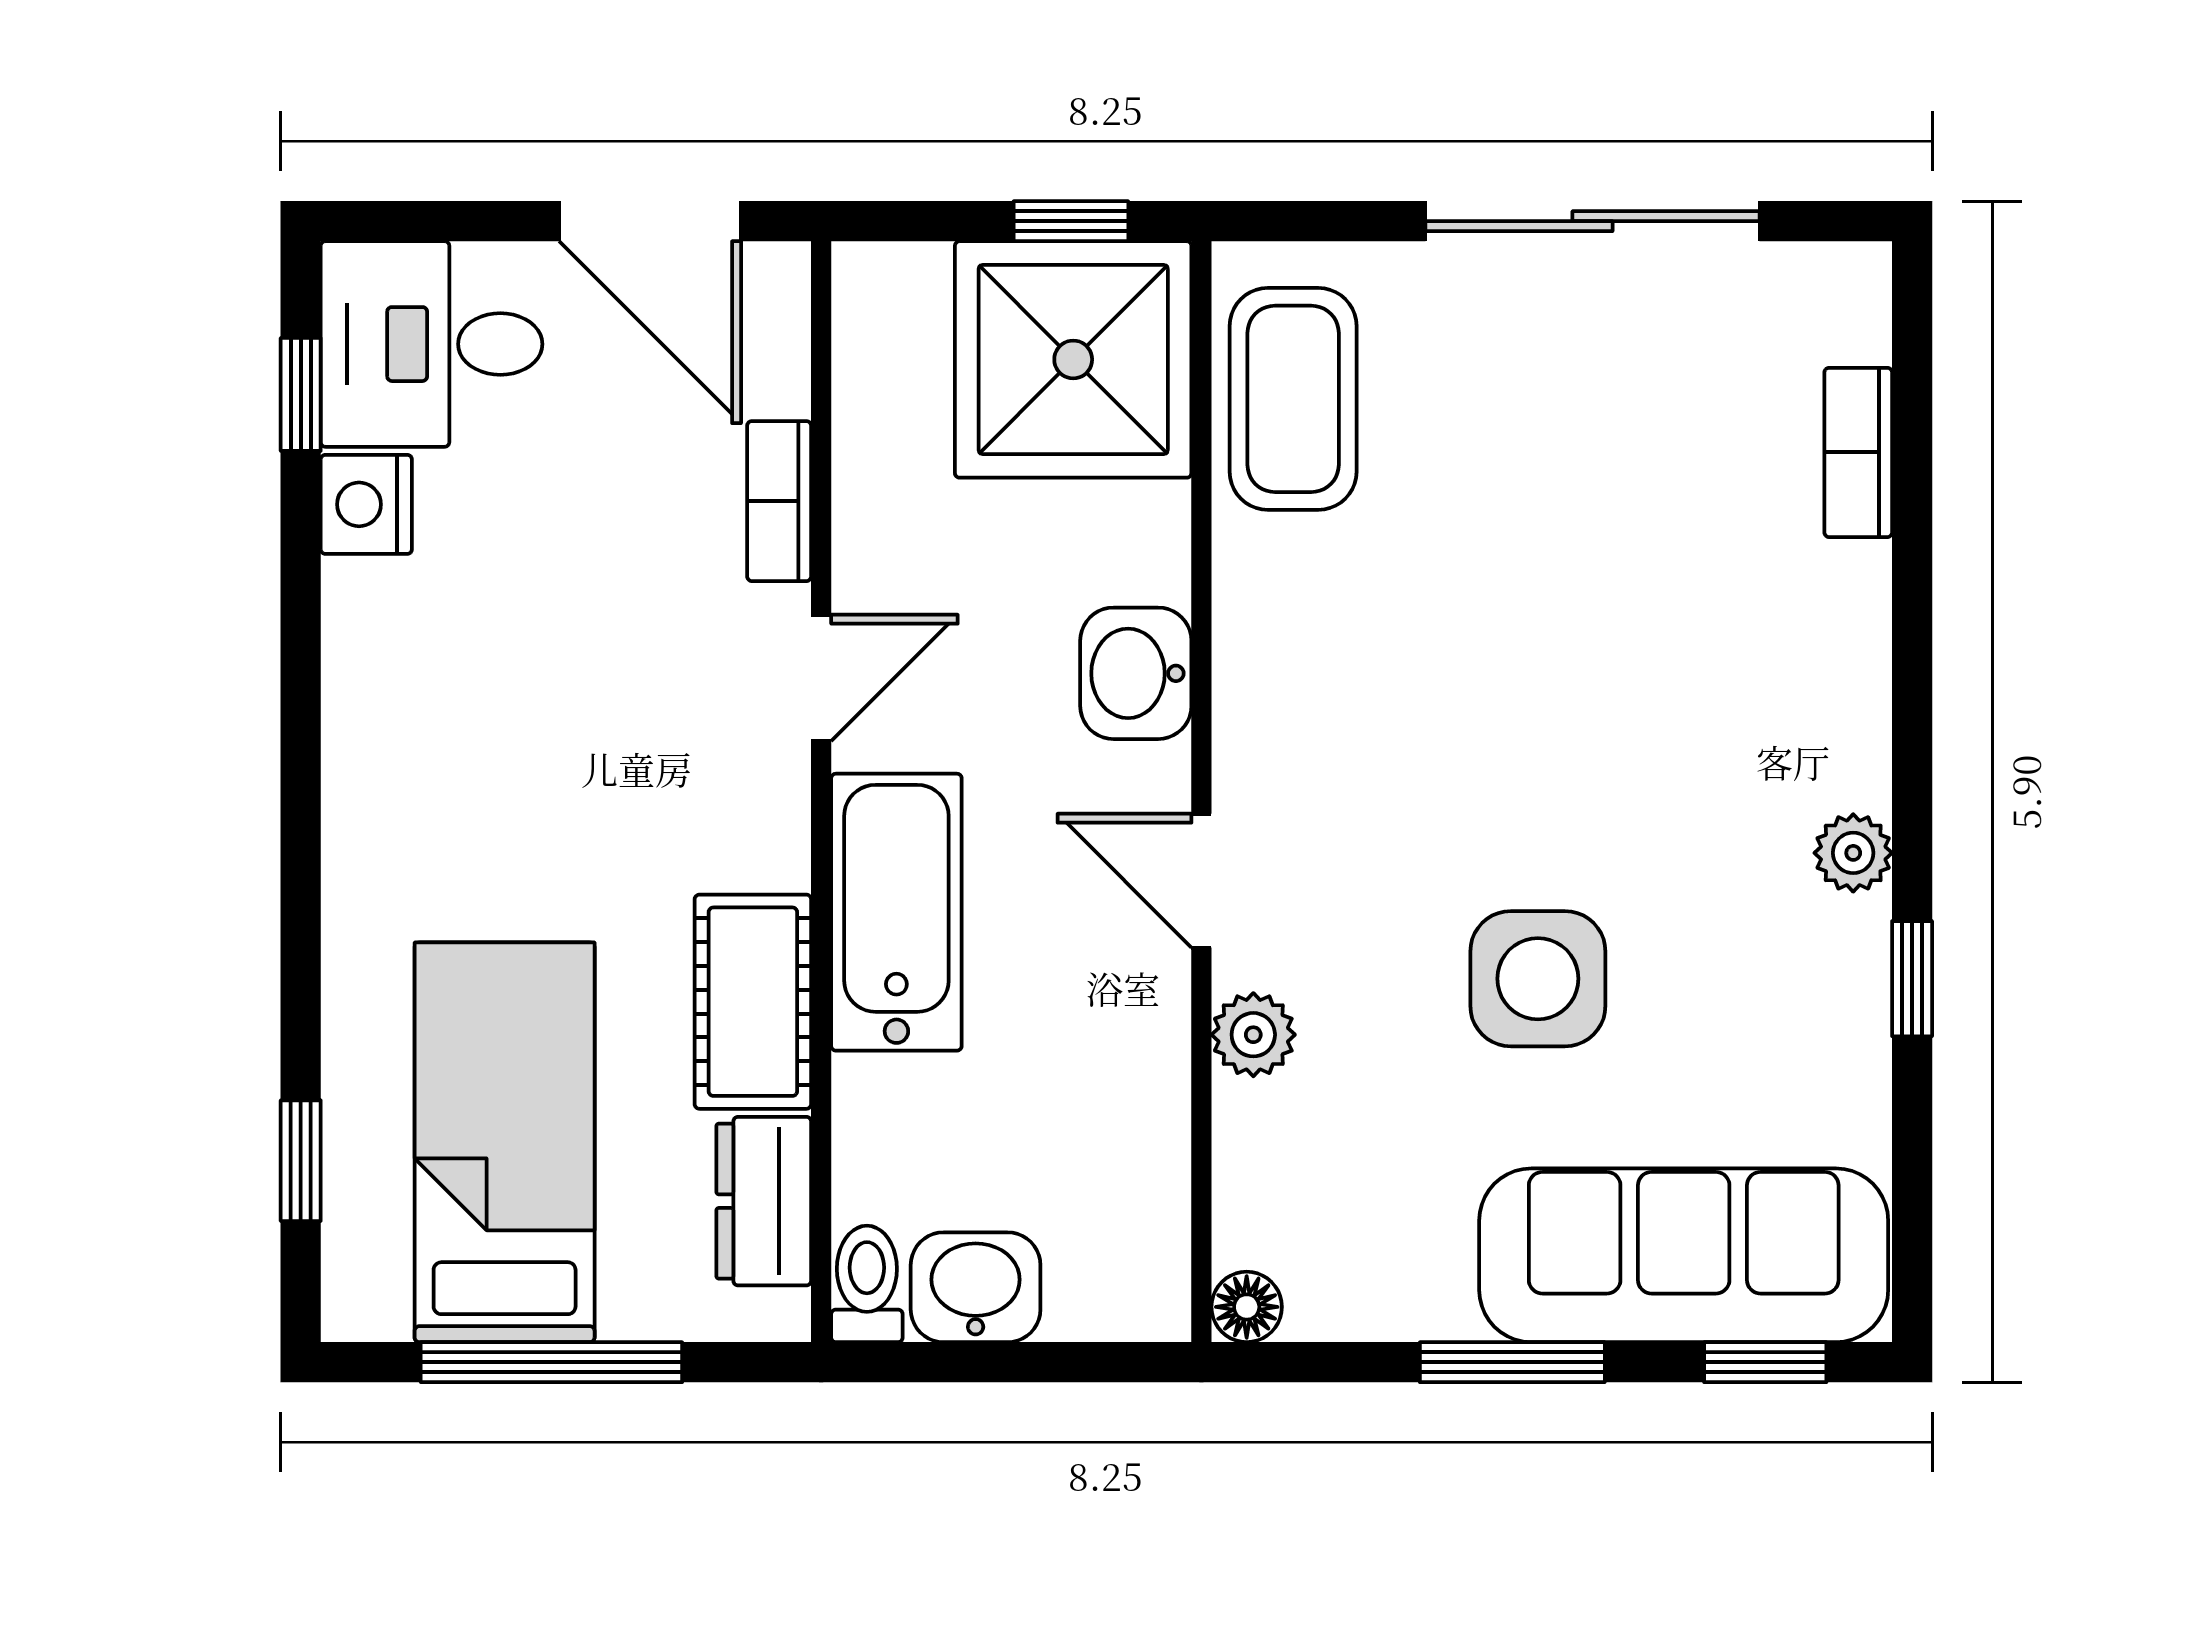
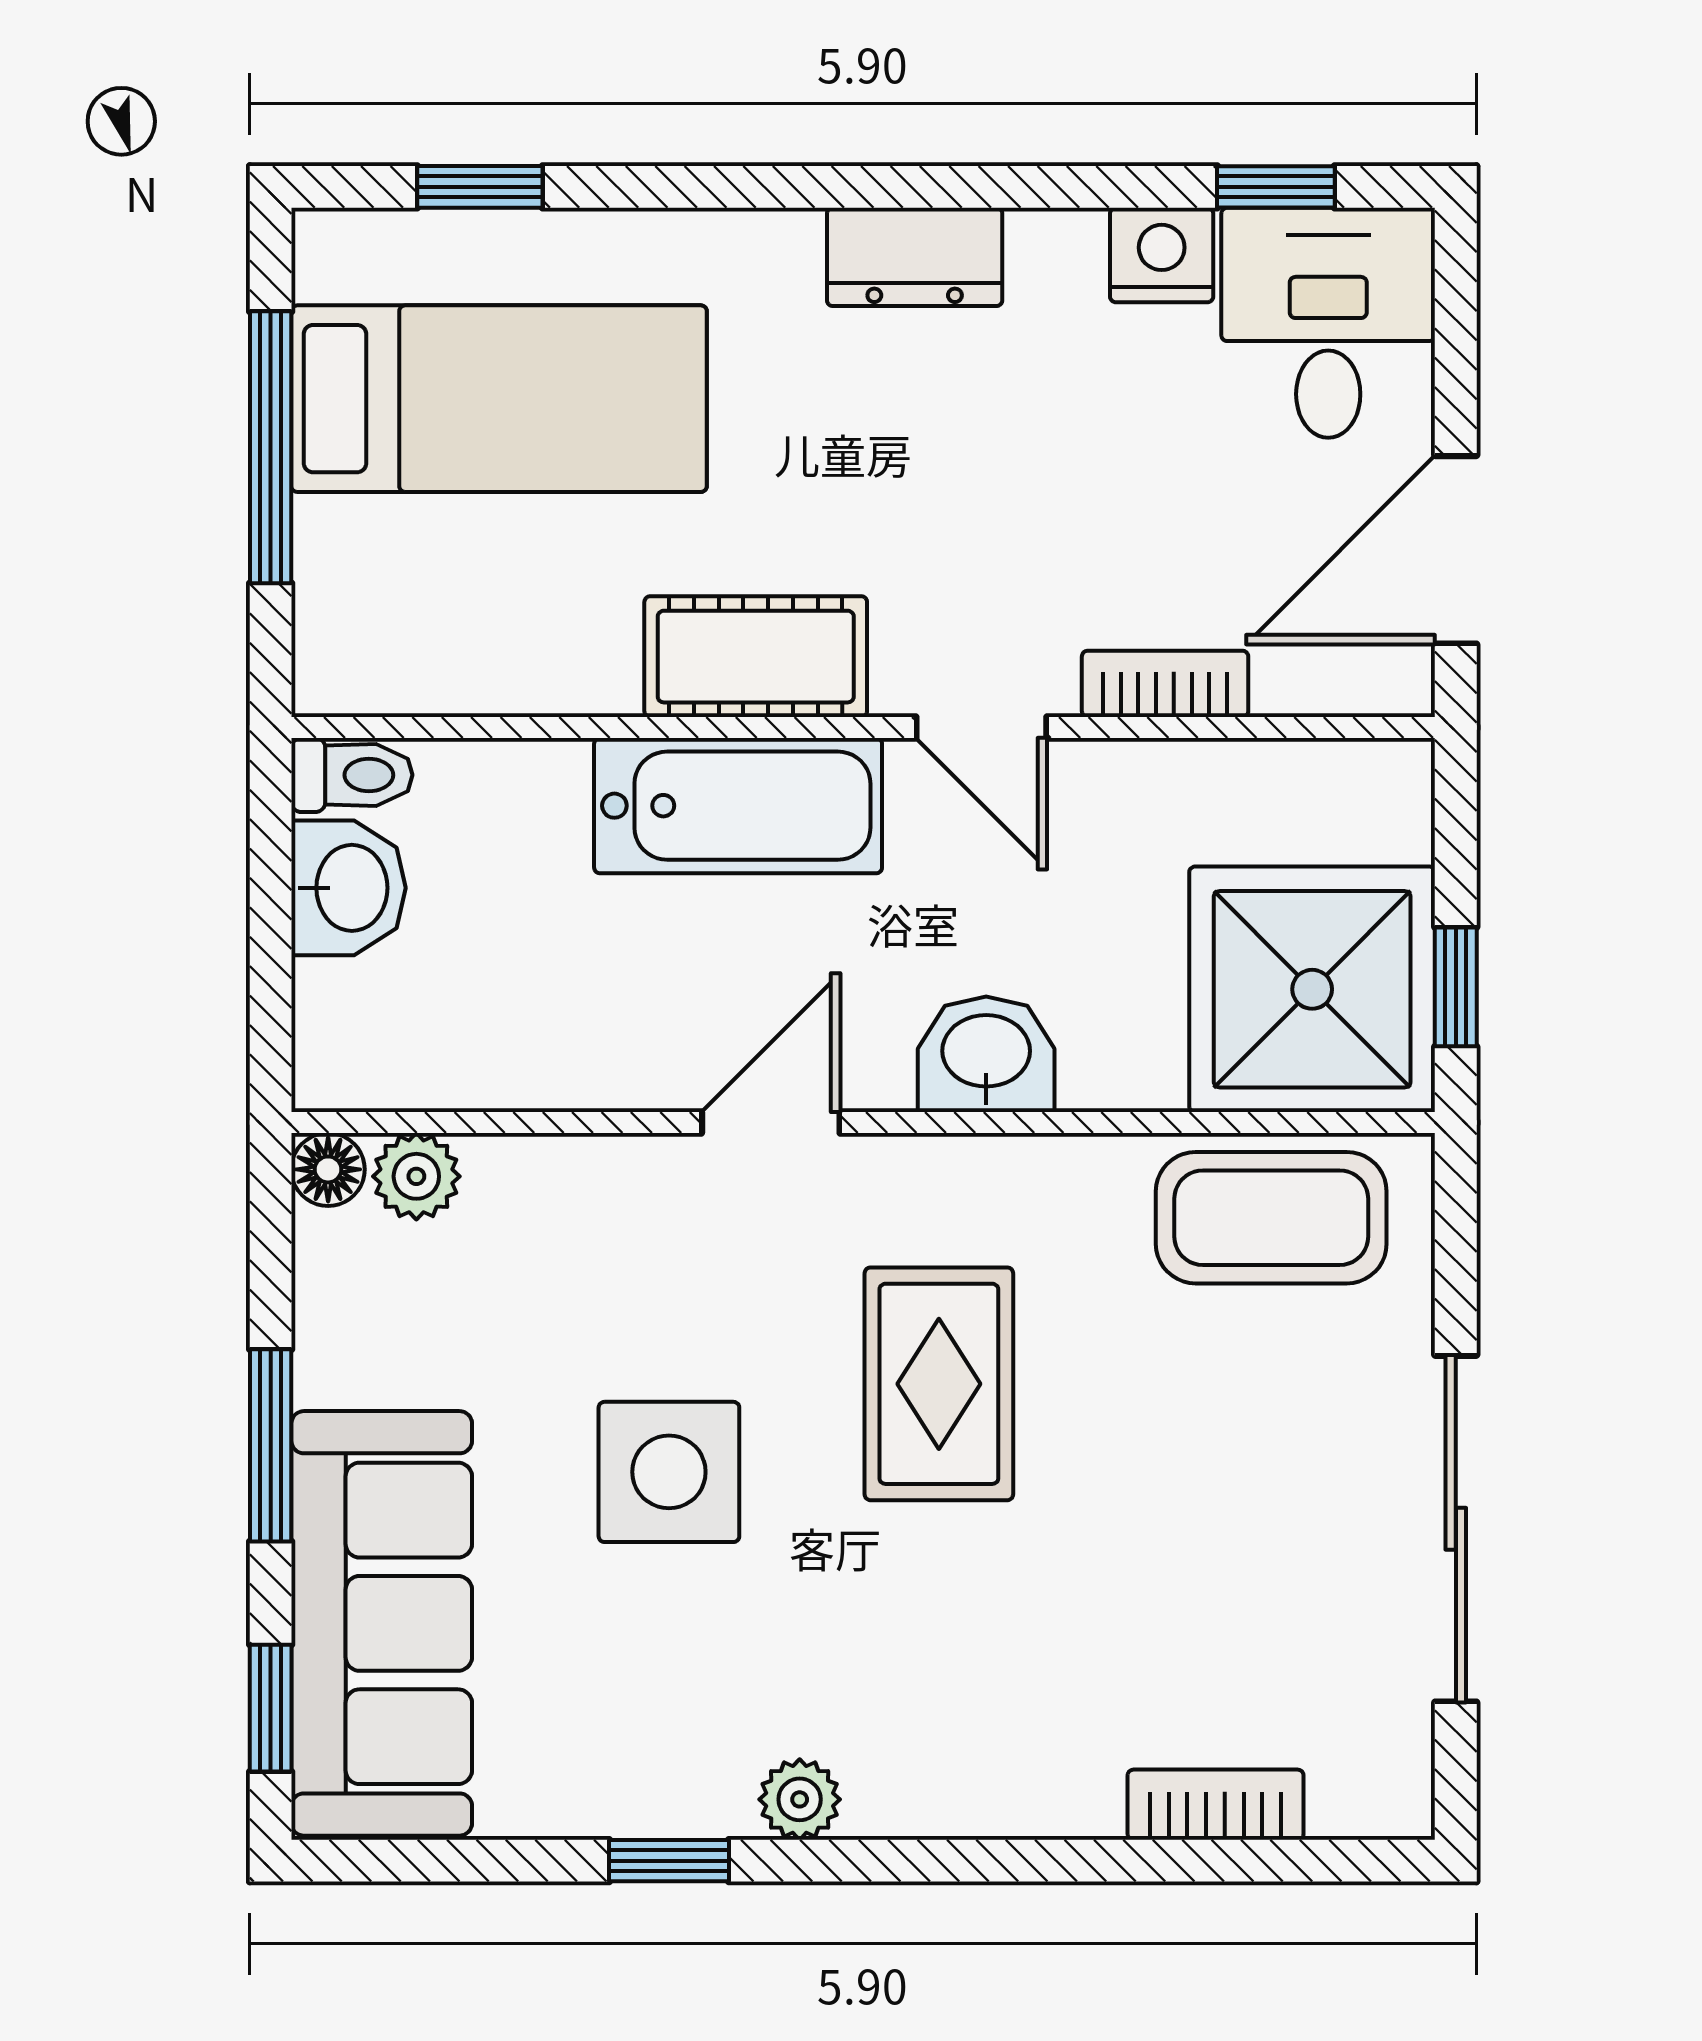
rug: (1453, 719) -> (939, 1384), added
cot: (753, 1002) -> (756, 657), moved
plant: (1253, 1035) -> (416, 1176), moved
dresser: (764, 1201) -> (915, 257), moved, turned 180

